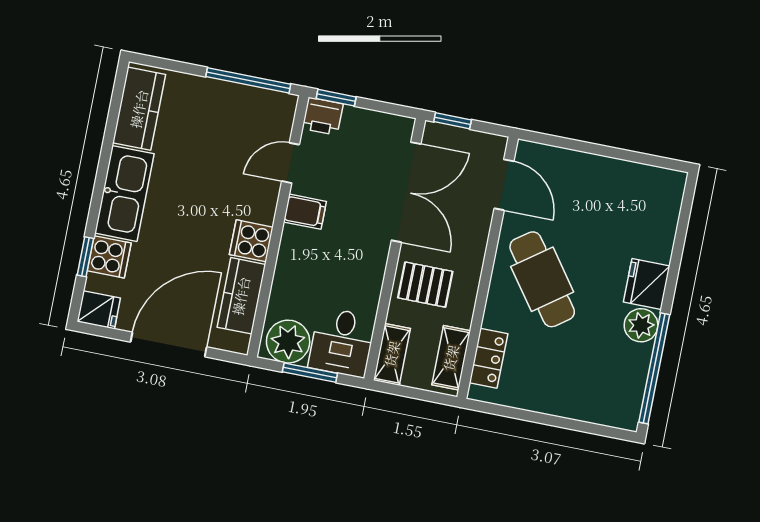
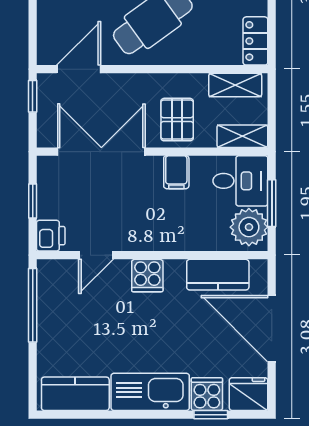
window: (336, 98) -> (33, 201), moved
window: (453, 121) -> (33, 96), moved
door: (291, 163) -> (96, 255), hinge flipped
filing cabinet: (305, 212) -> (176, 172), moved, turned 180
cooker: (251, 241) -> (147, 276), moved
fridge: (99, 310) -> (249, 394), width x1.38
locker: (489, 358) -> (255, 41), moved, turned -90

